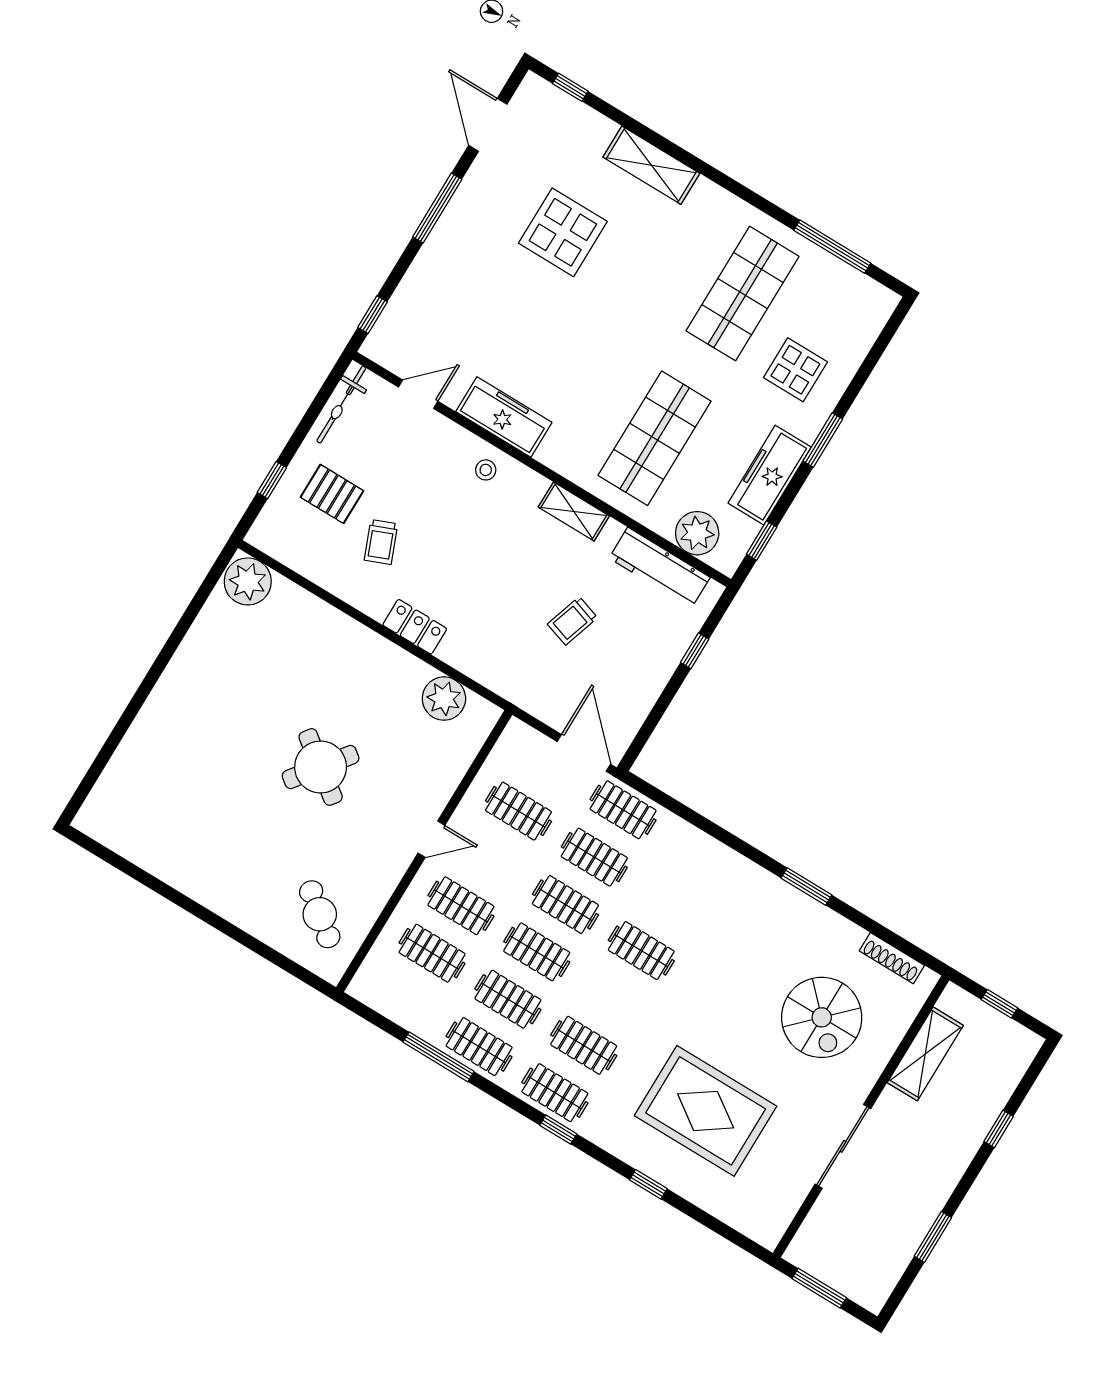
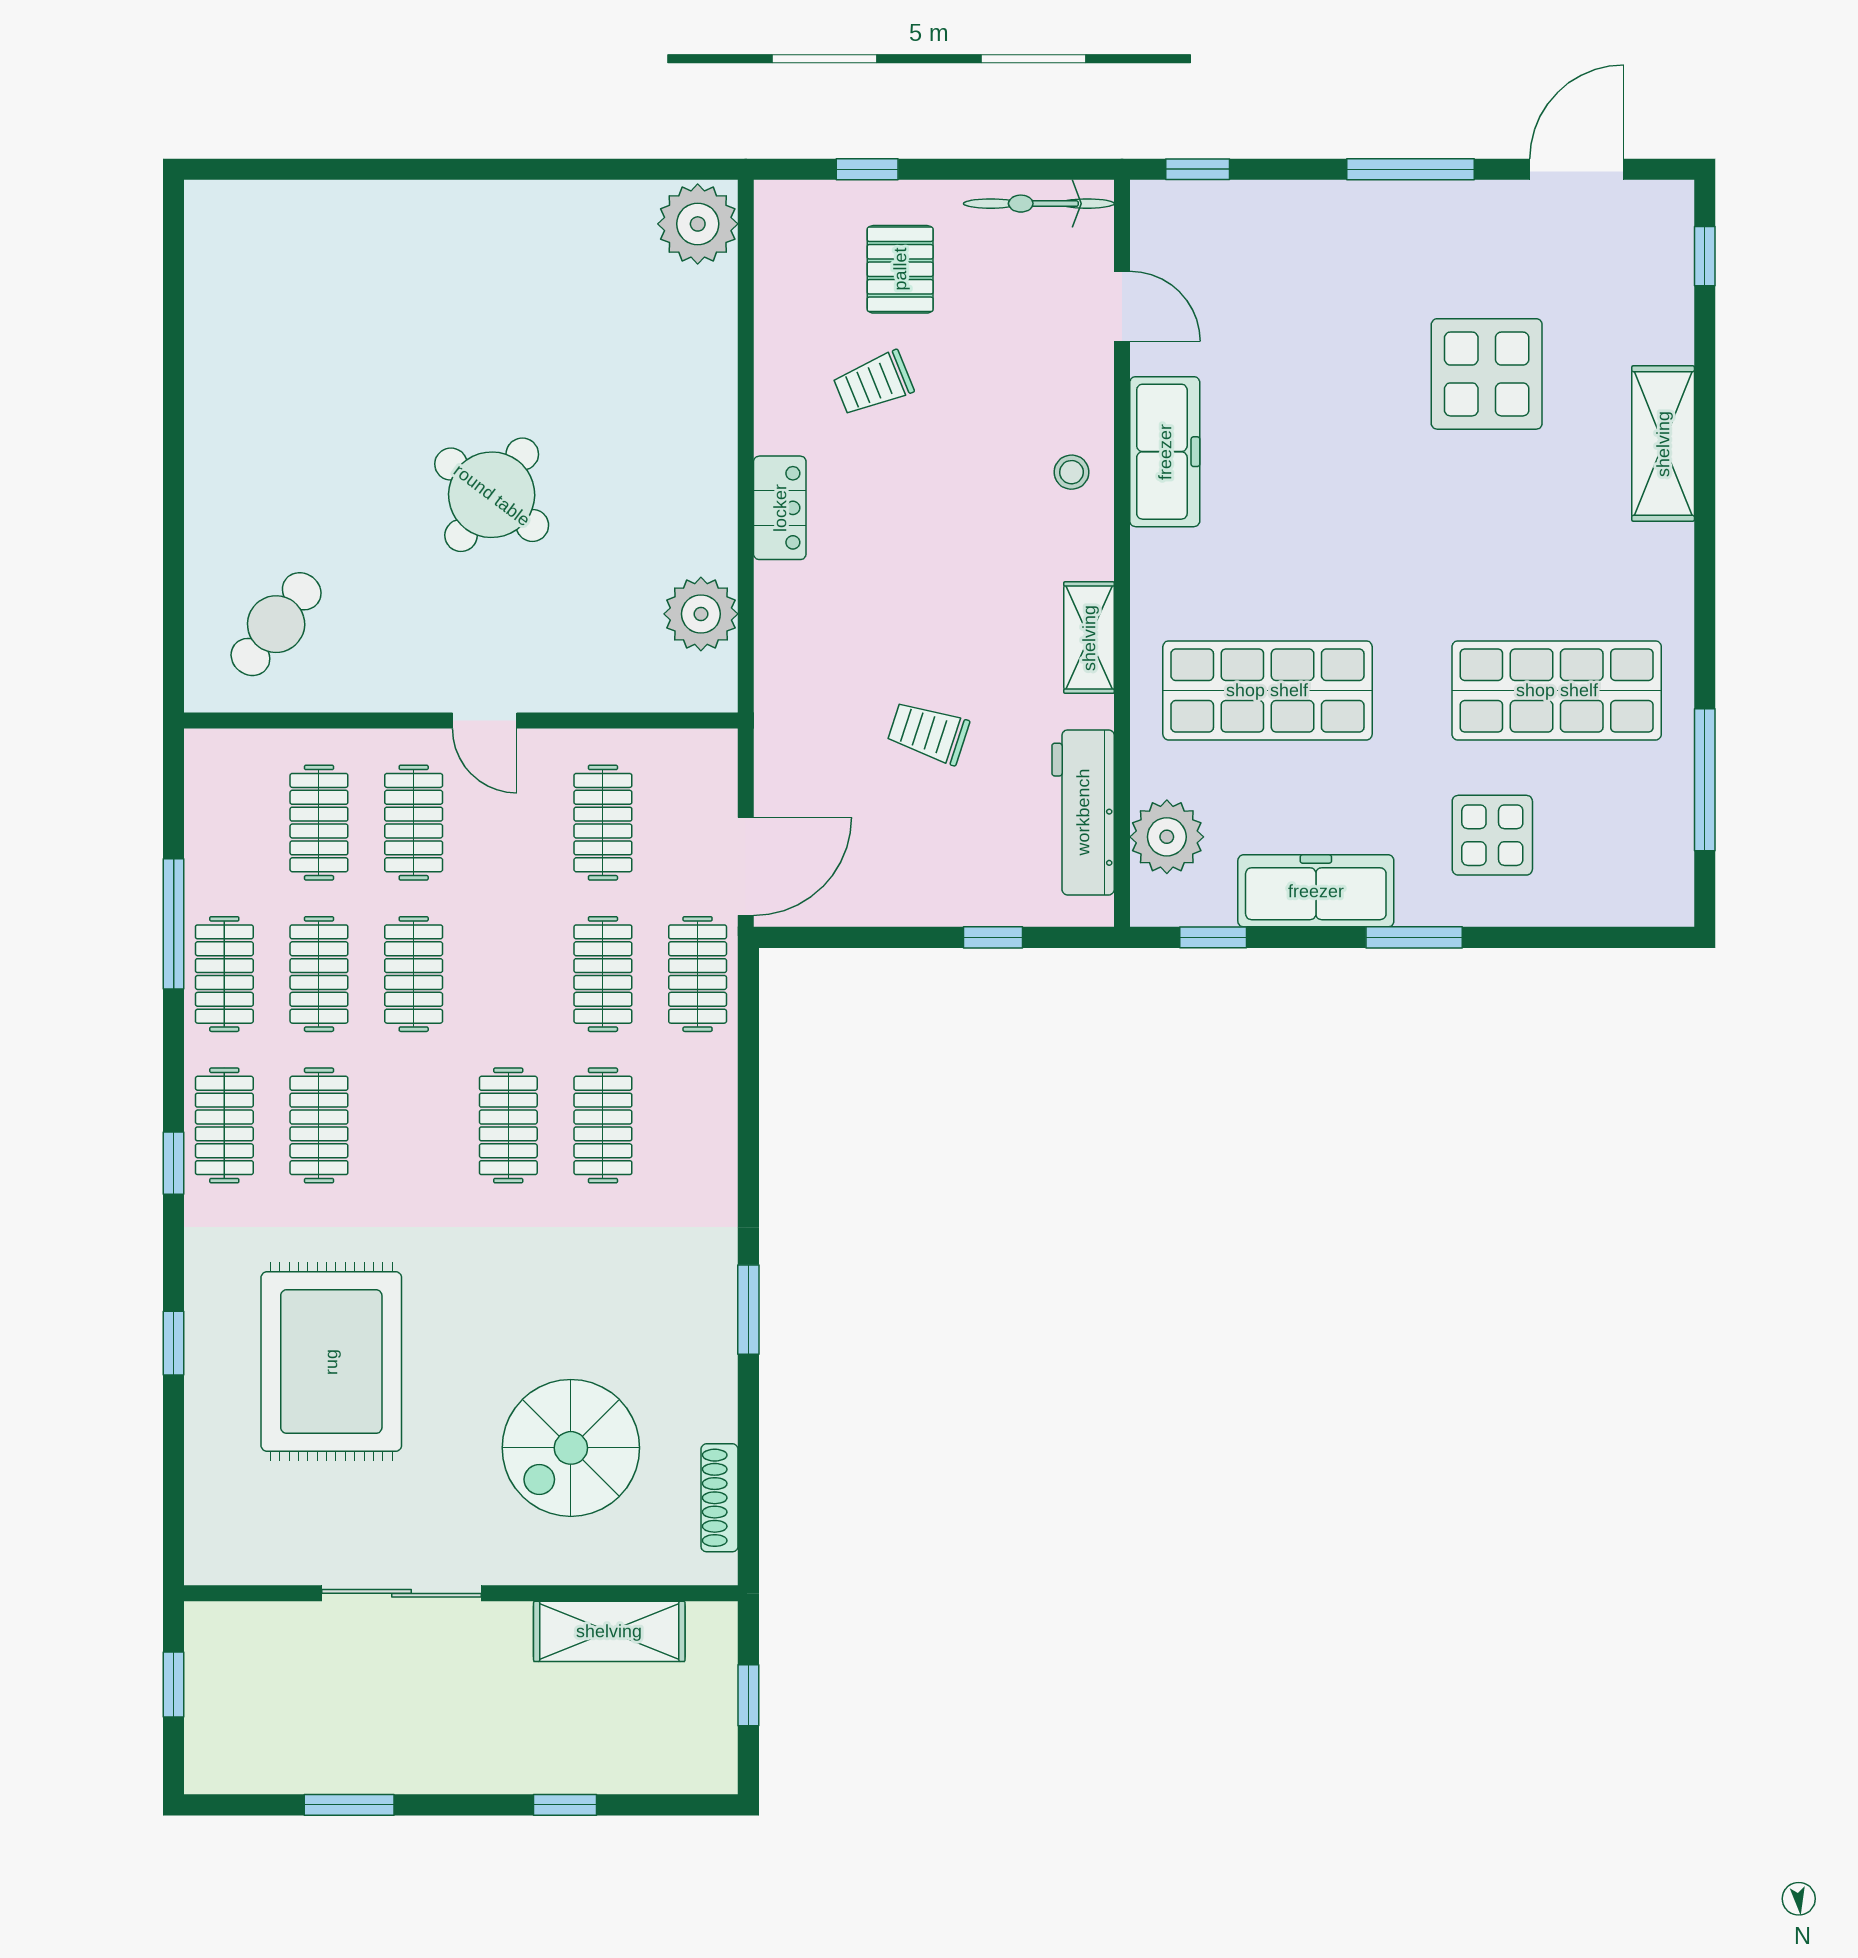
clothes rail: (565, 904) -> (603, 1125), moved
window: (819, 1288) -> (174, 1685), width x0.67

